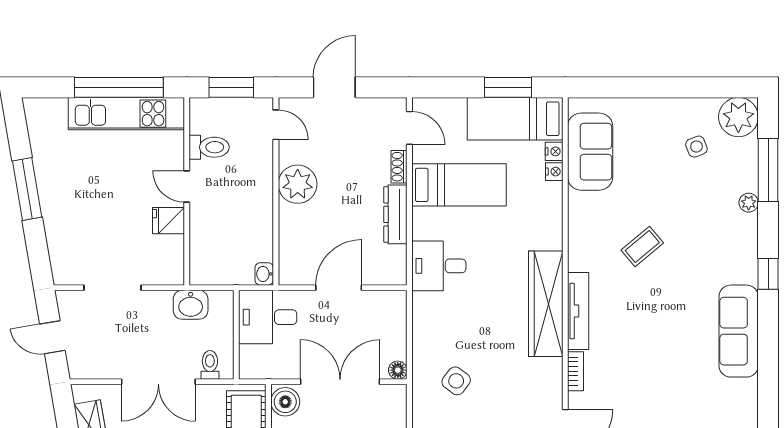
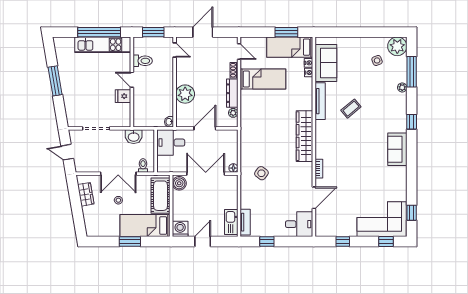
plant: (298, 184) -> (185, 94), moved
plant: (397, 255) -> (233, 113), added
desk: (439, 266) -> (253, 118), removed
tv unit: (578, 311) -> (320, 101), moved
sofa: (739, 331) -> (397, 149), width x0.73

